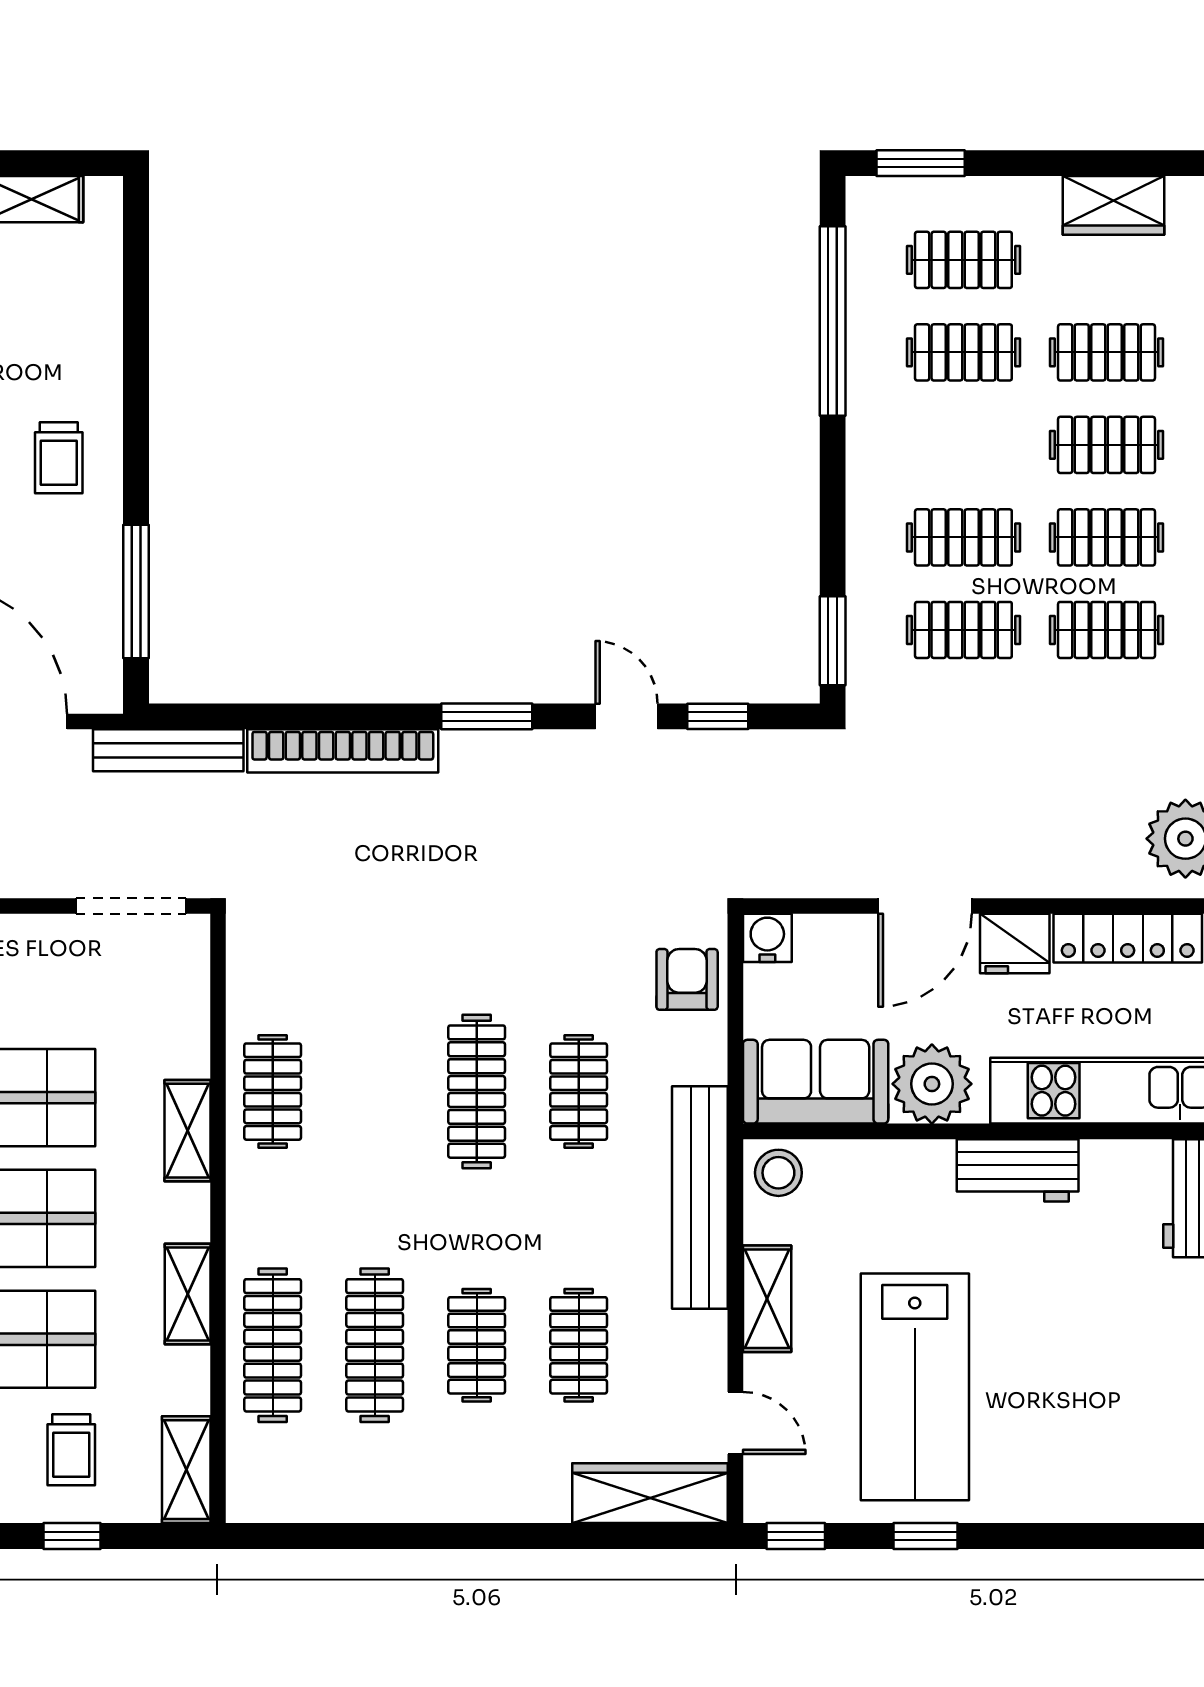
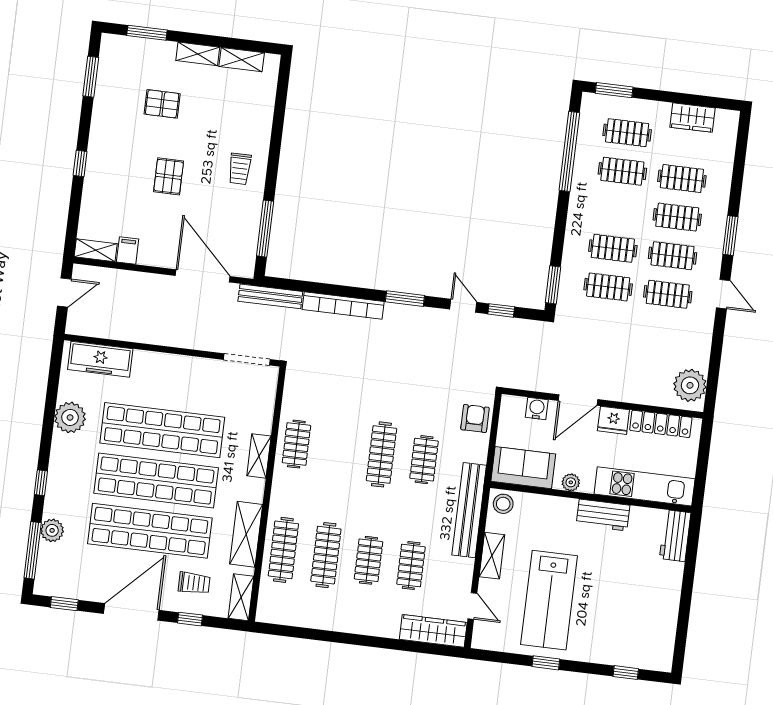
water cooler: (767, 938) -> (537, 409), moved
plant: (932, 1084) -> (571, 482), width x0.53, depth x0.53
shelving: (188, 1294) -> (246, 534), width x1.50, depth x1.33
trolley: (71, 1450) -> (194, 583), turned -90
window: (796, 1536) -> (626, 673), moved

